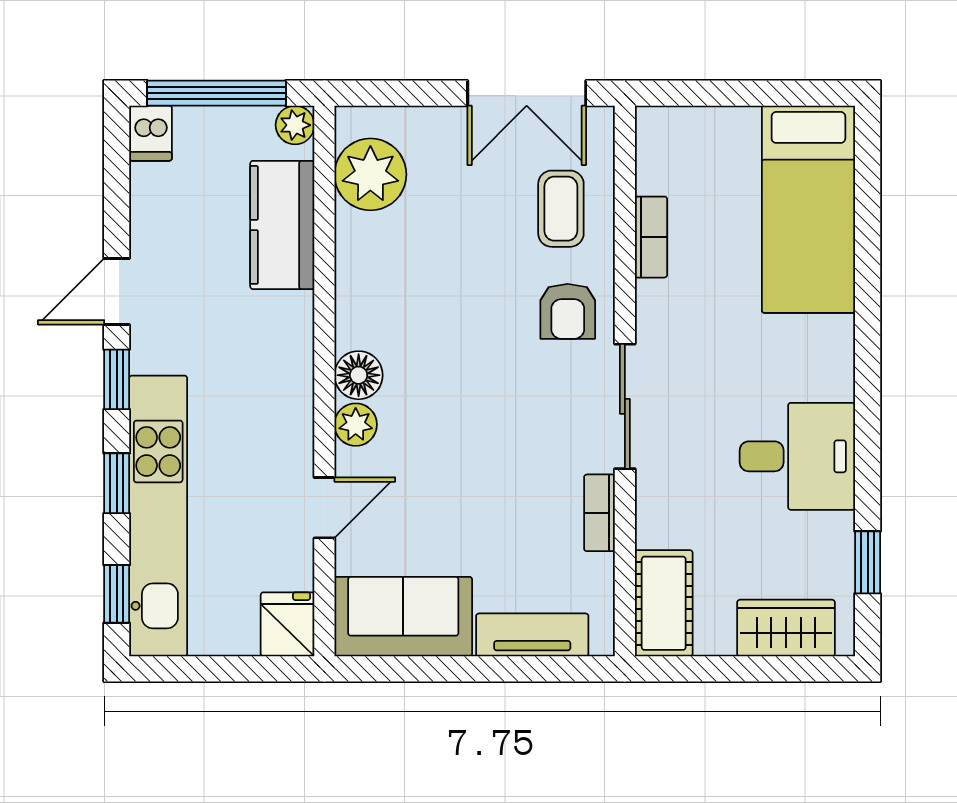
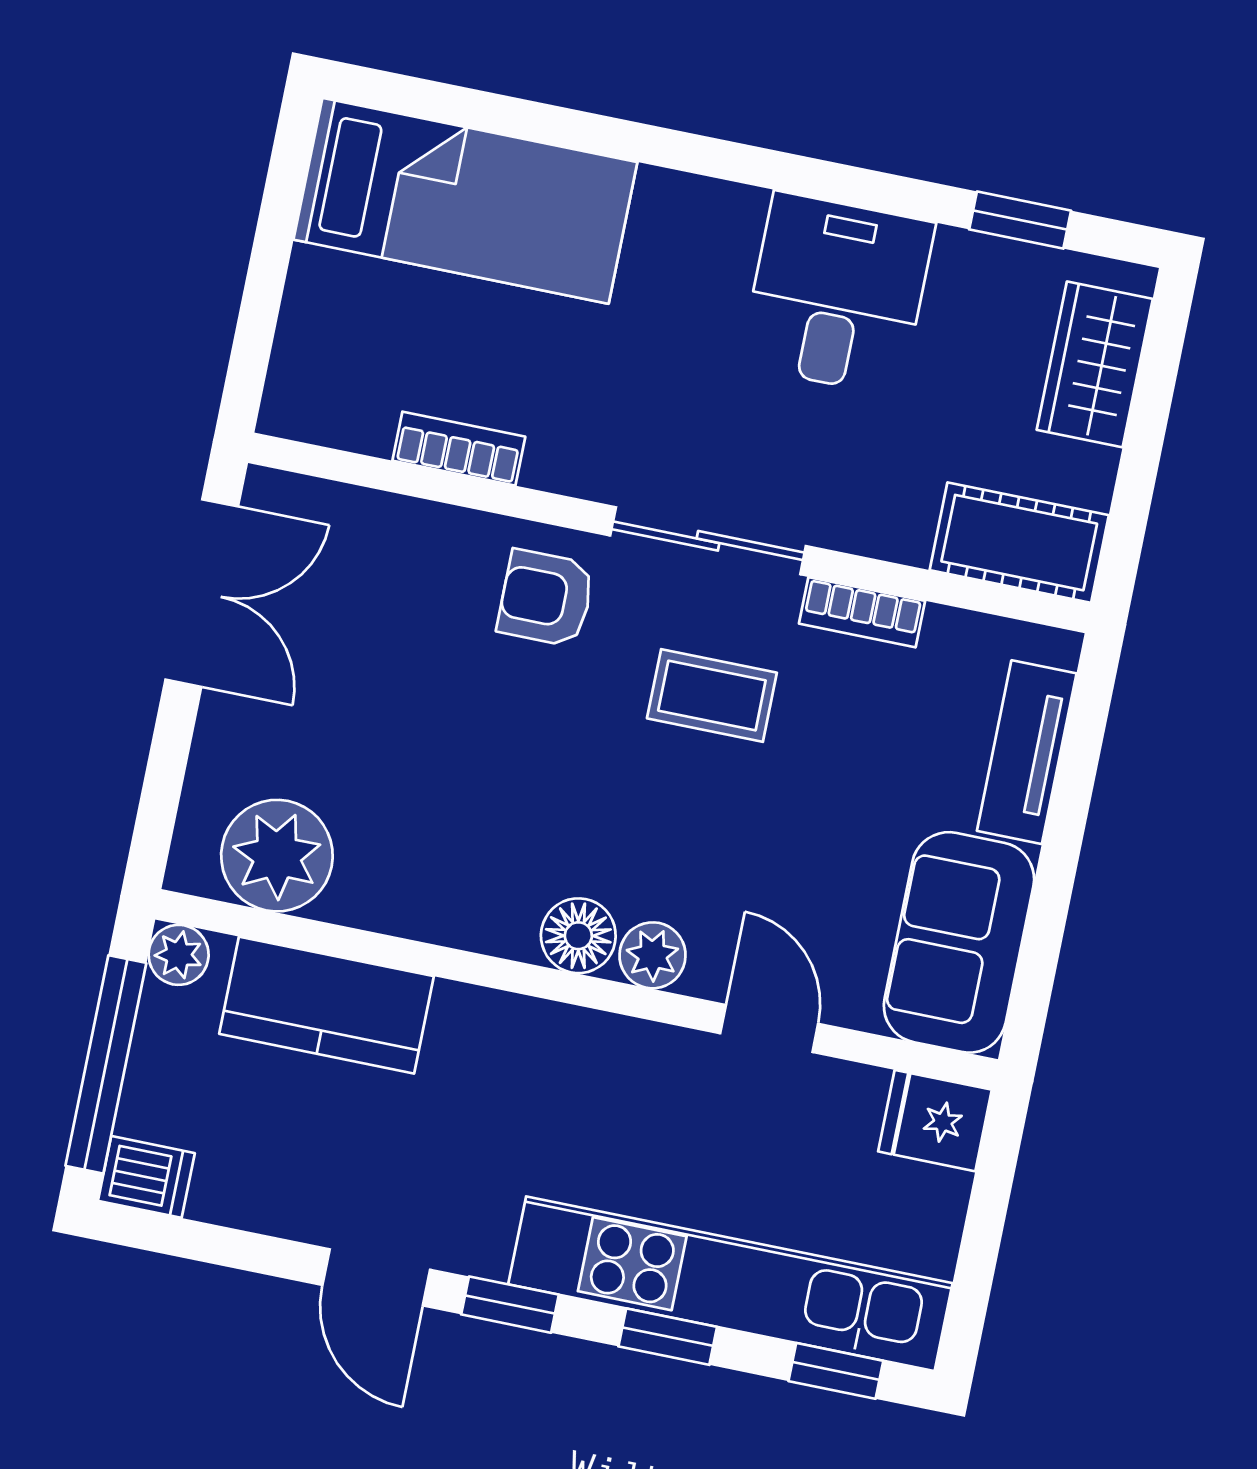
coffee table: (561, 209) -> (712, 696), moved
armchair: (568, 311) -> (546, 598), turned 180

